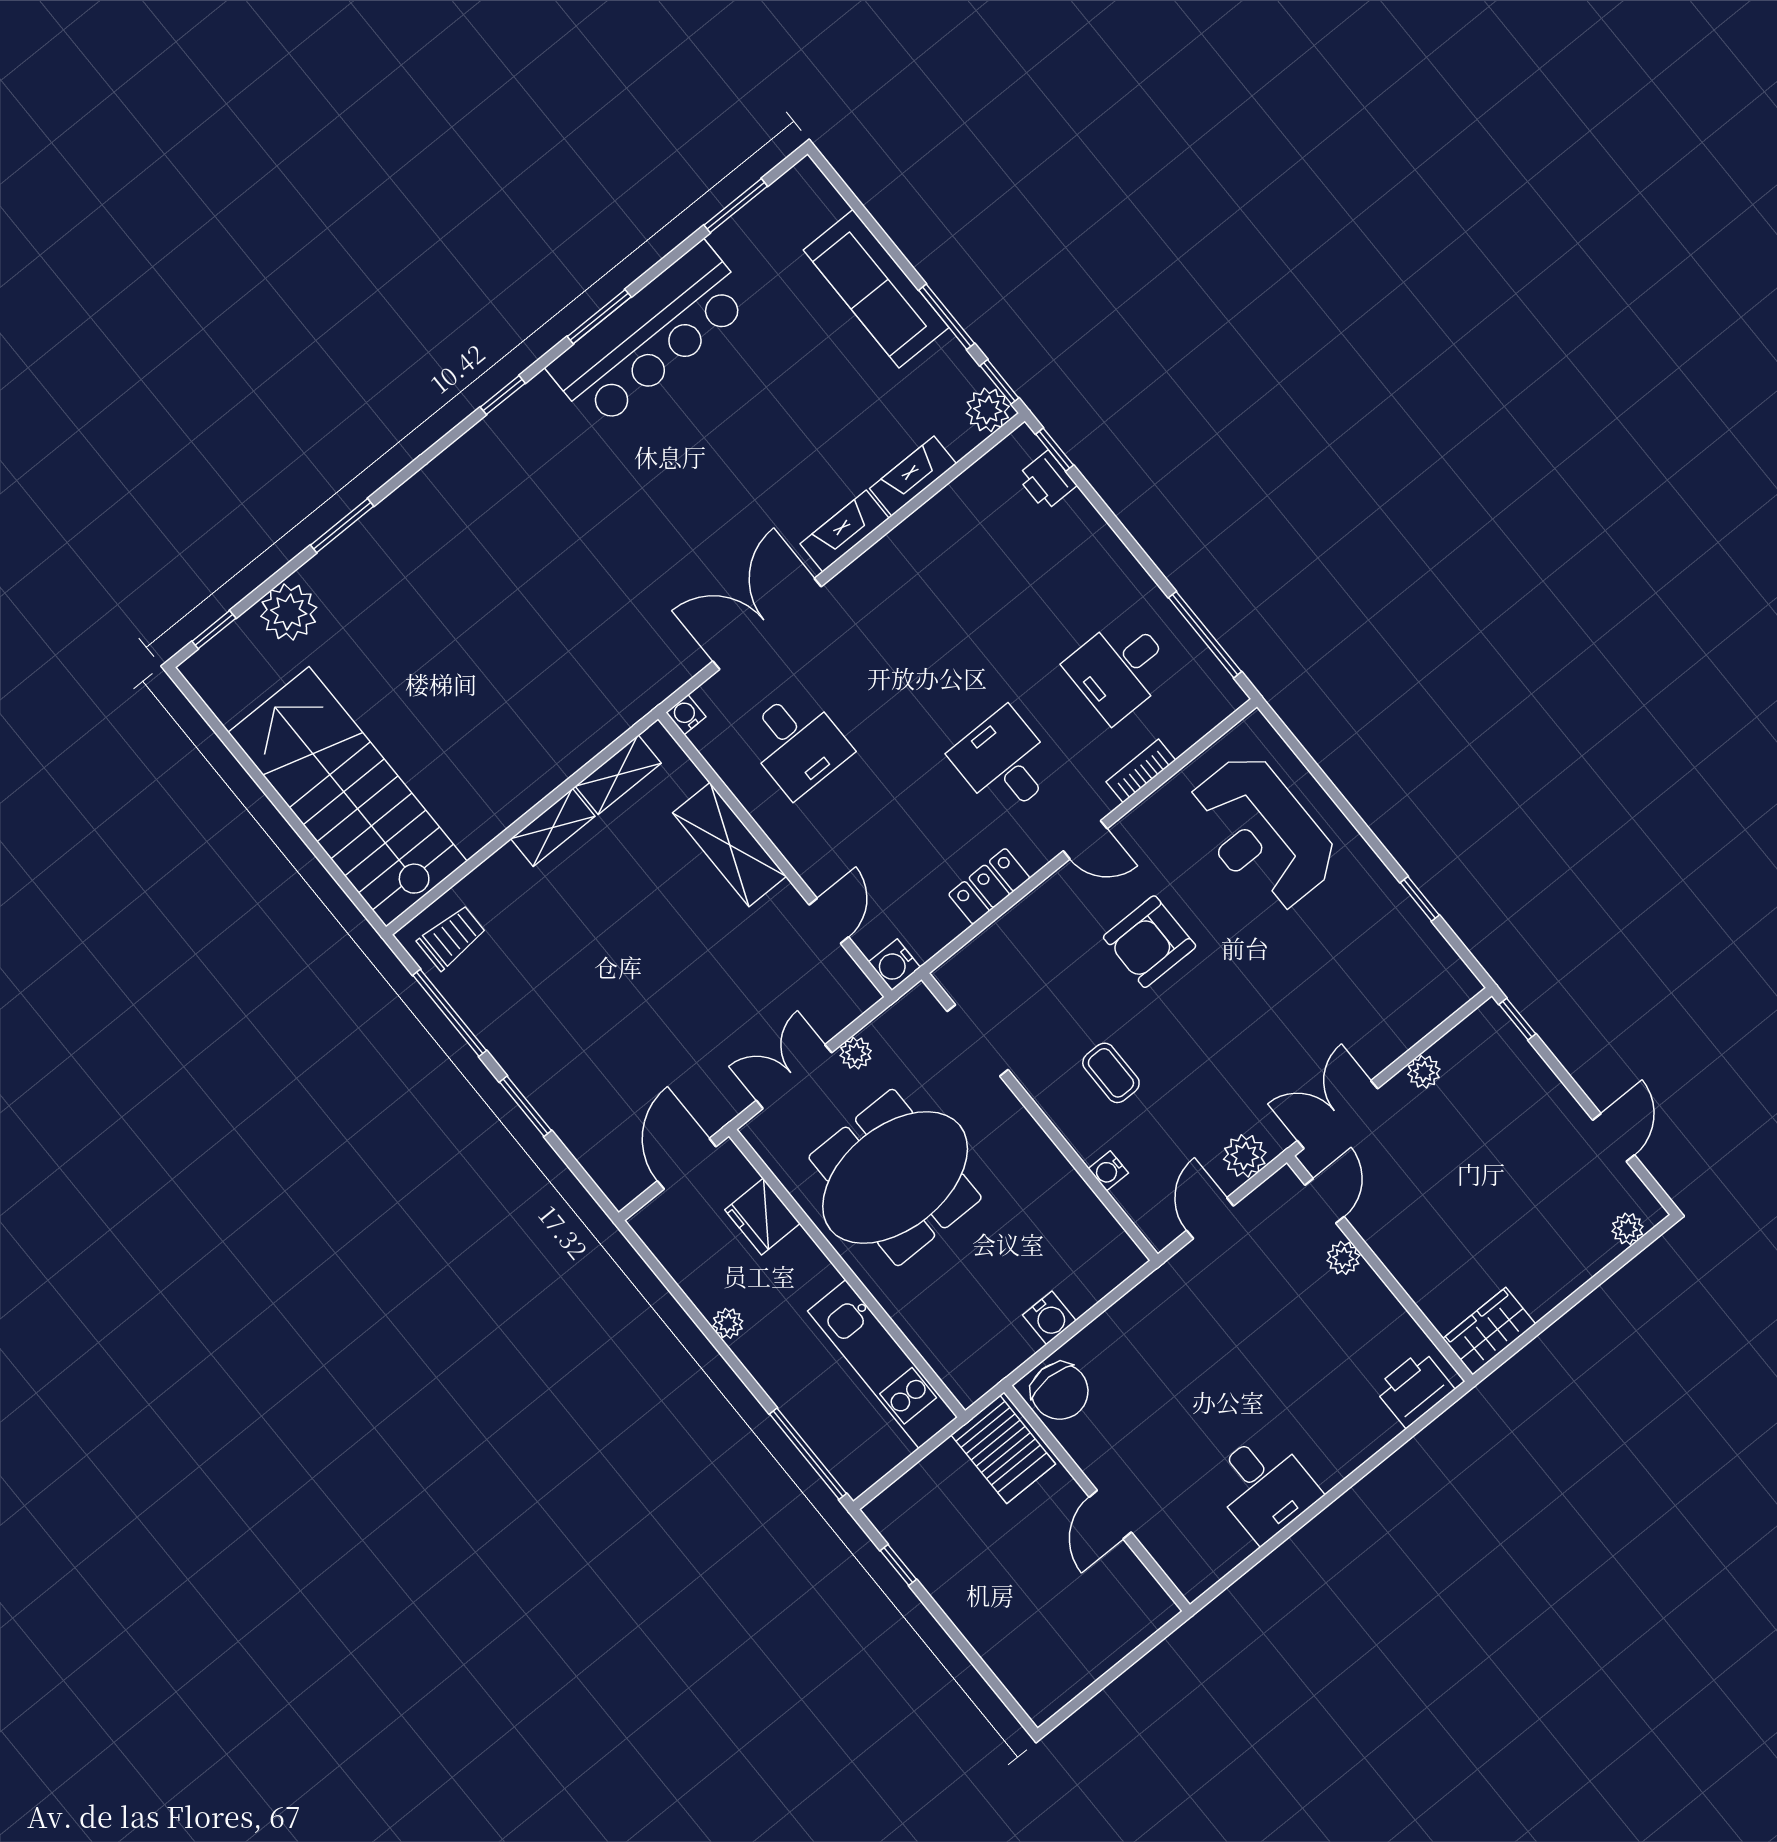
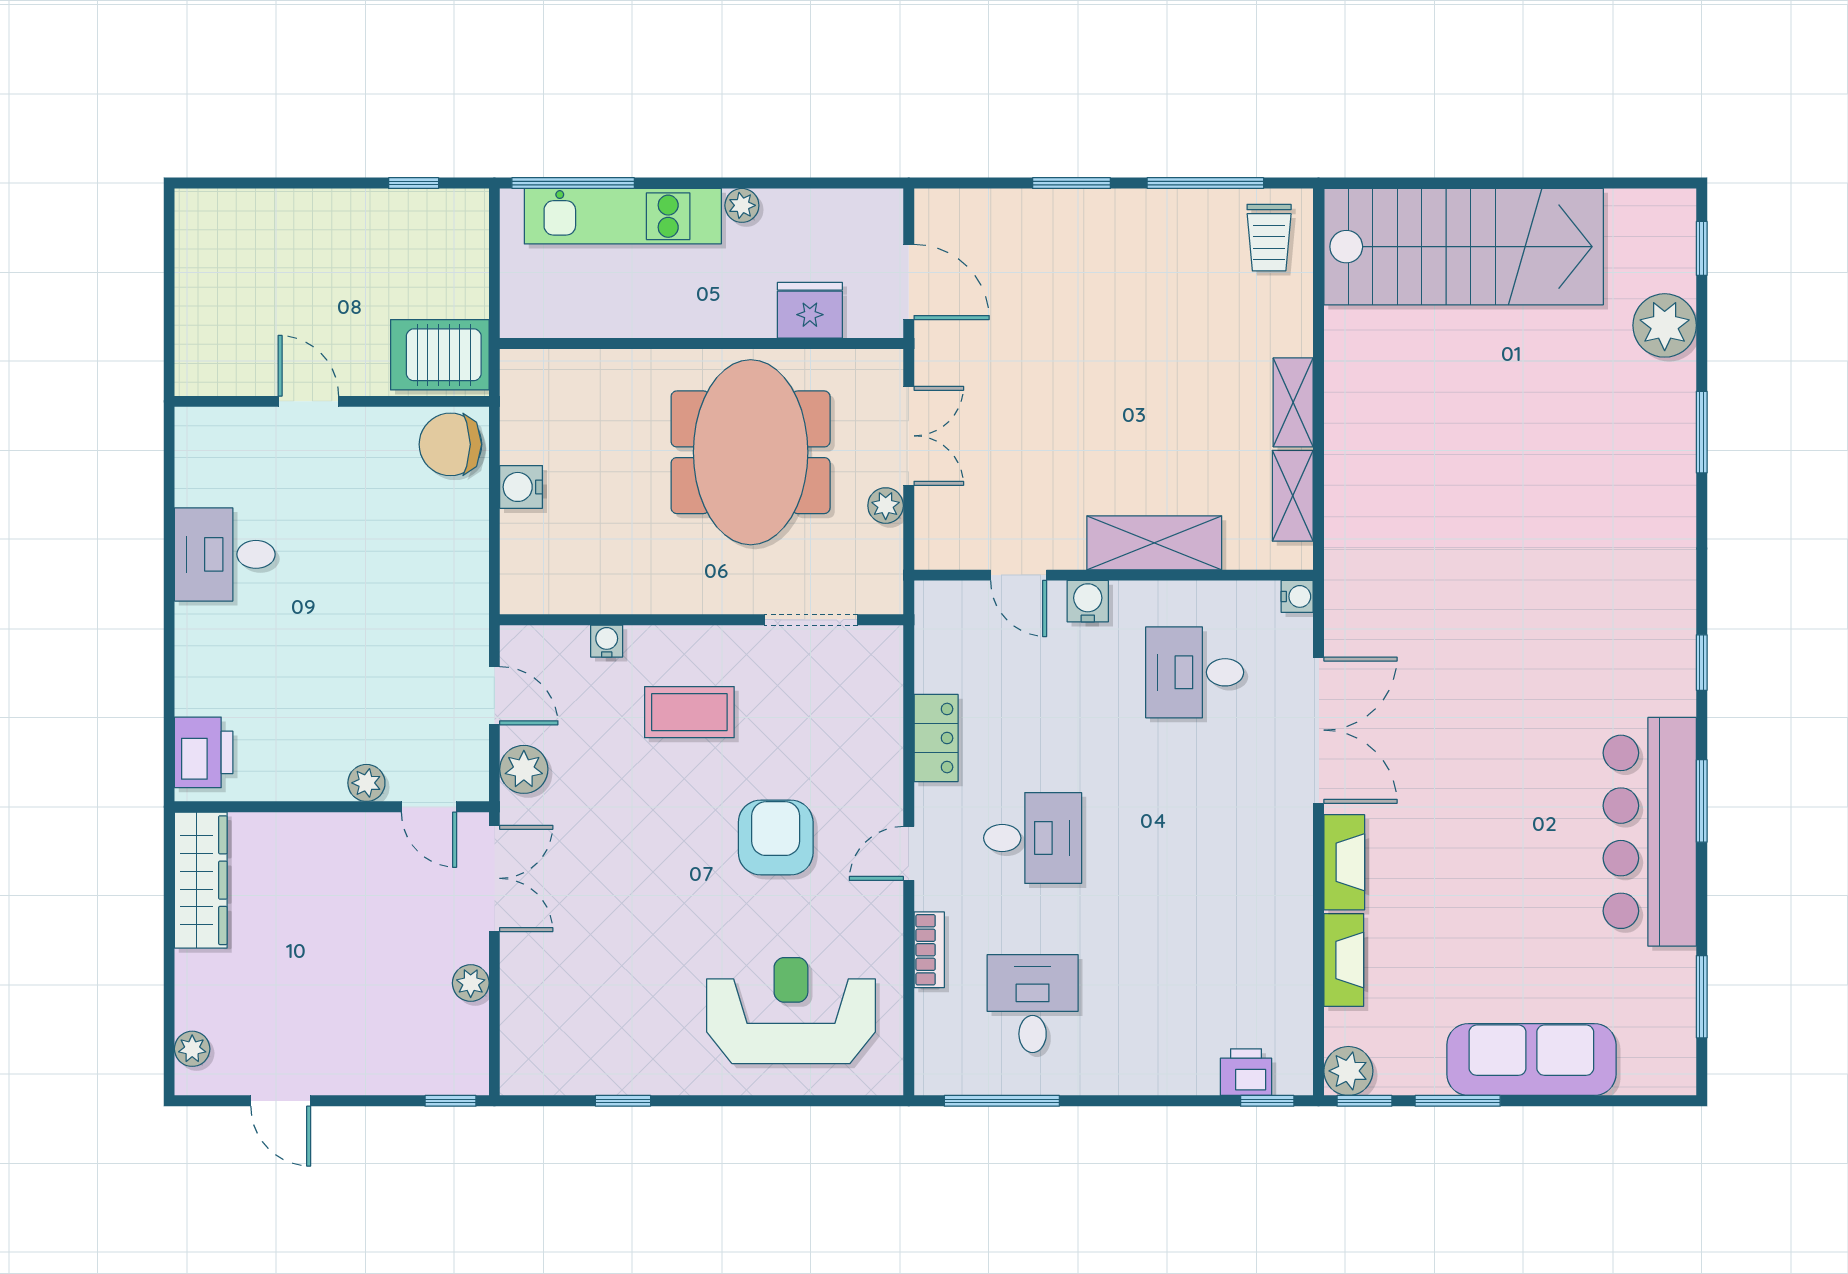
water cooler: (895, 965) -> (1088, 601), moved
coffee table: (1111, 1073) -> (689, 712), width x1.36, depth x1.30
wardrobe: (1489, 1331) -> (201, 880), width x1.50
kitchen unit: (882, 1364) -> (623, 216), moved, turned 180

